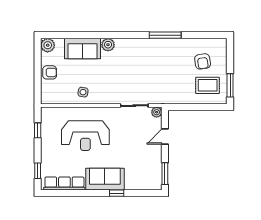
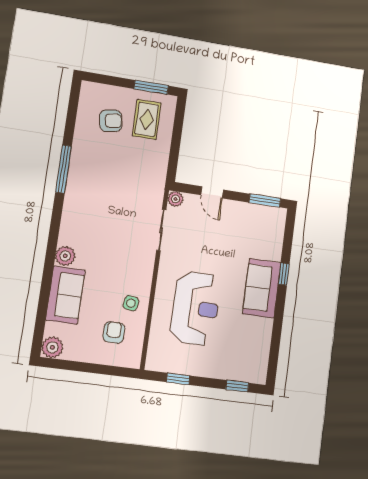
armchair: (50, 72) -> (114, 332), moved
row of seats: (64, 183) -> (261, 349), removed

